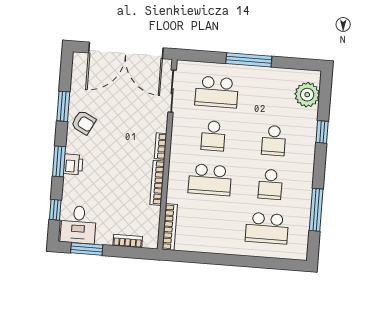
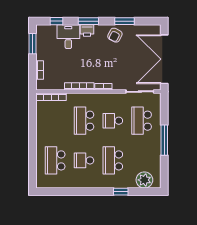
school desk: (274, 140) -> (113, 160), width x1.85
window: (316, 210) -> (70, 192), removed
desk: (78, 225) -> (68, 37), moved, turned 90

